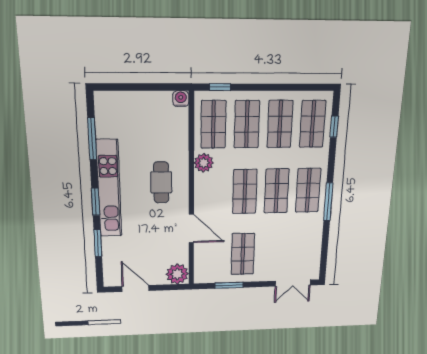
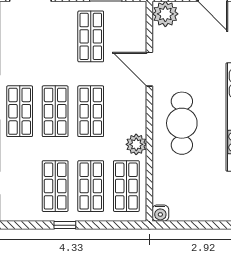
window: (220, 87) -> (65, 225), moved
shop shelf: (313, 124) -> (20, 186), removed
cafe table: (161, 182) -> (182, 123), width x1.37, depth x1.35

